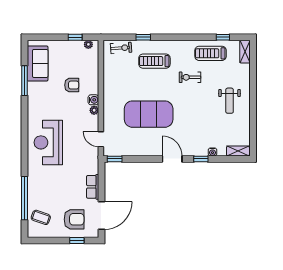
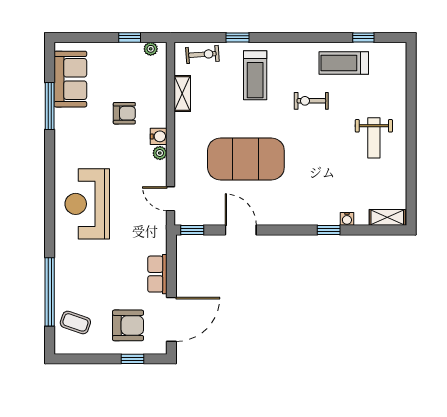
shelving: (245, 52) -> (182, 93), moved
treadmill: (154, 61) -> (255, 75), turned -90
door: (172, 159) -> (241, 230), moved

